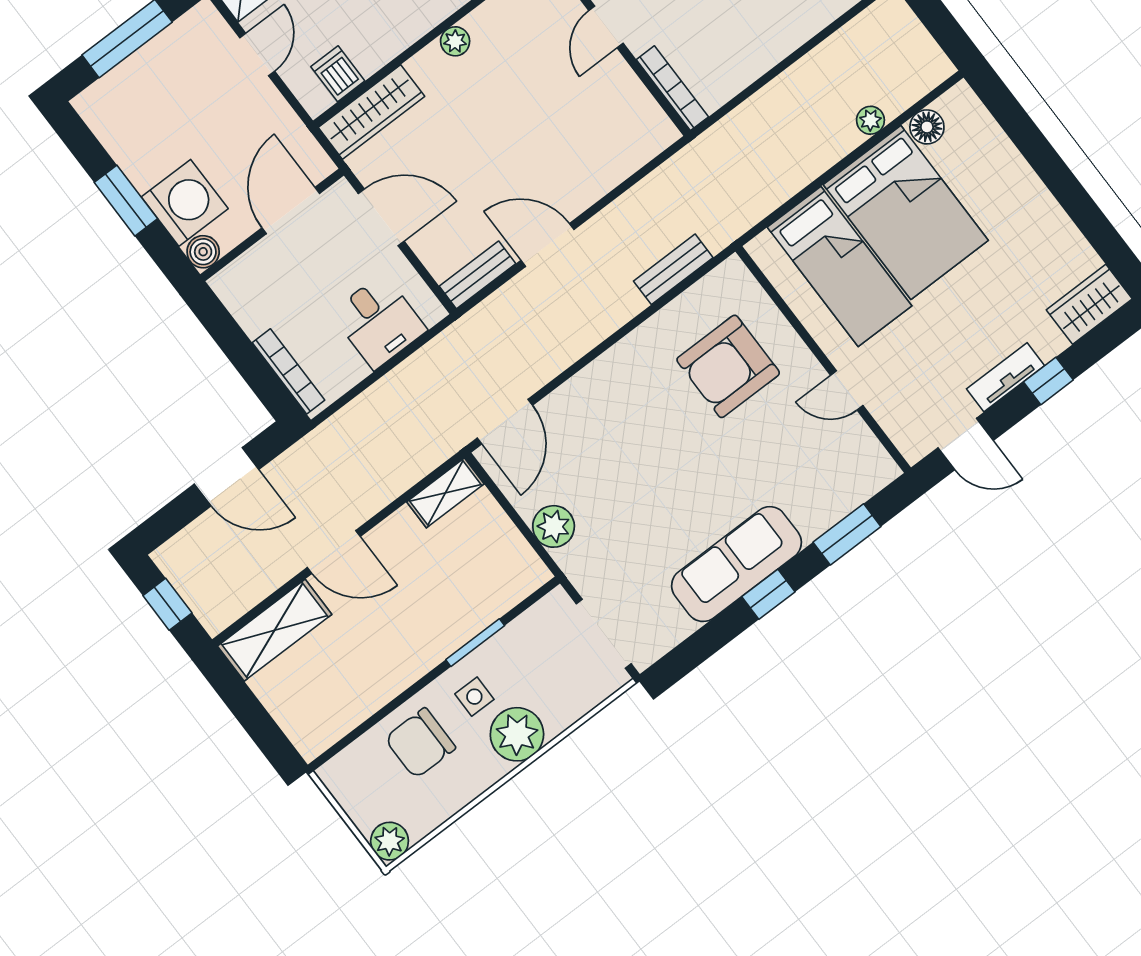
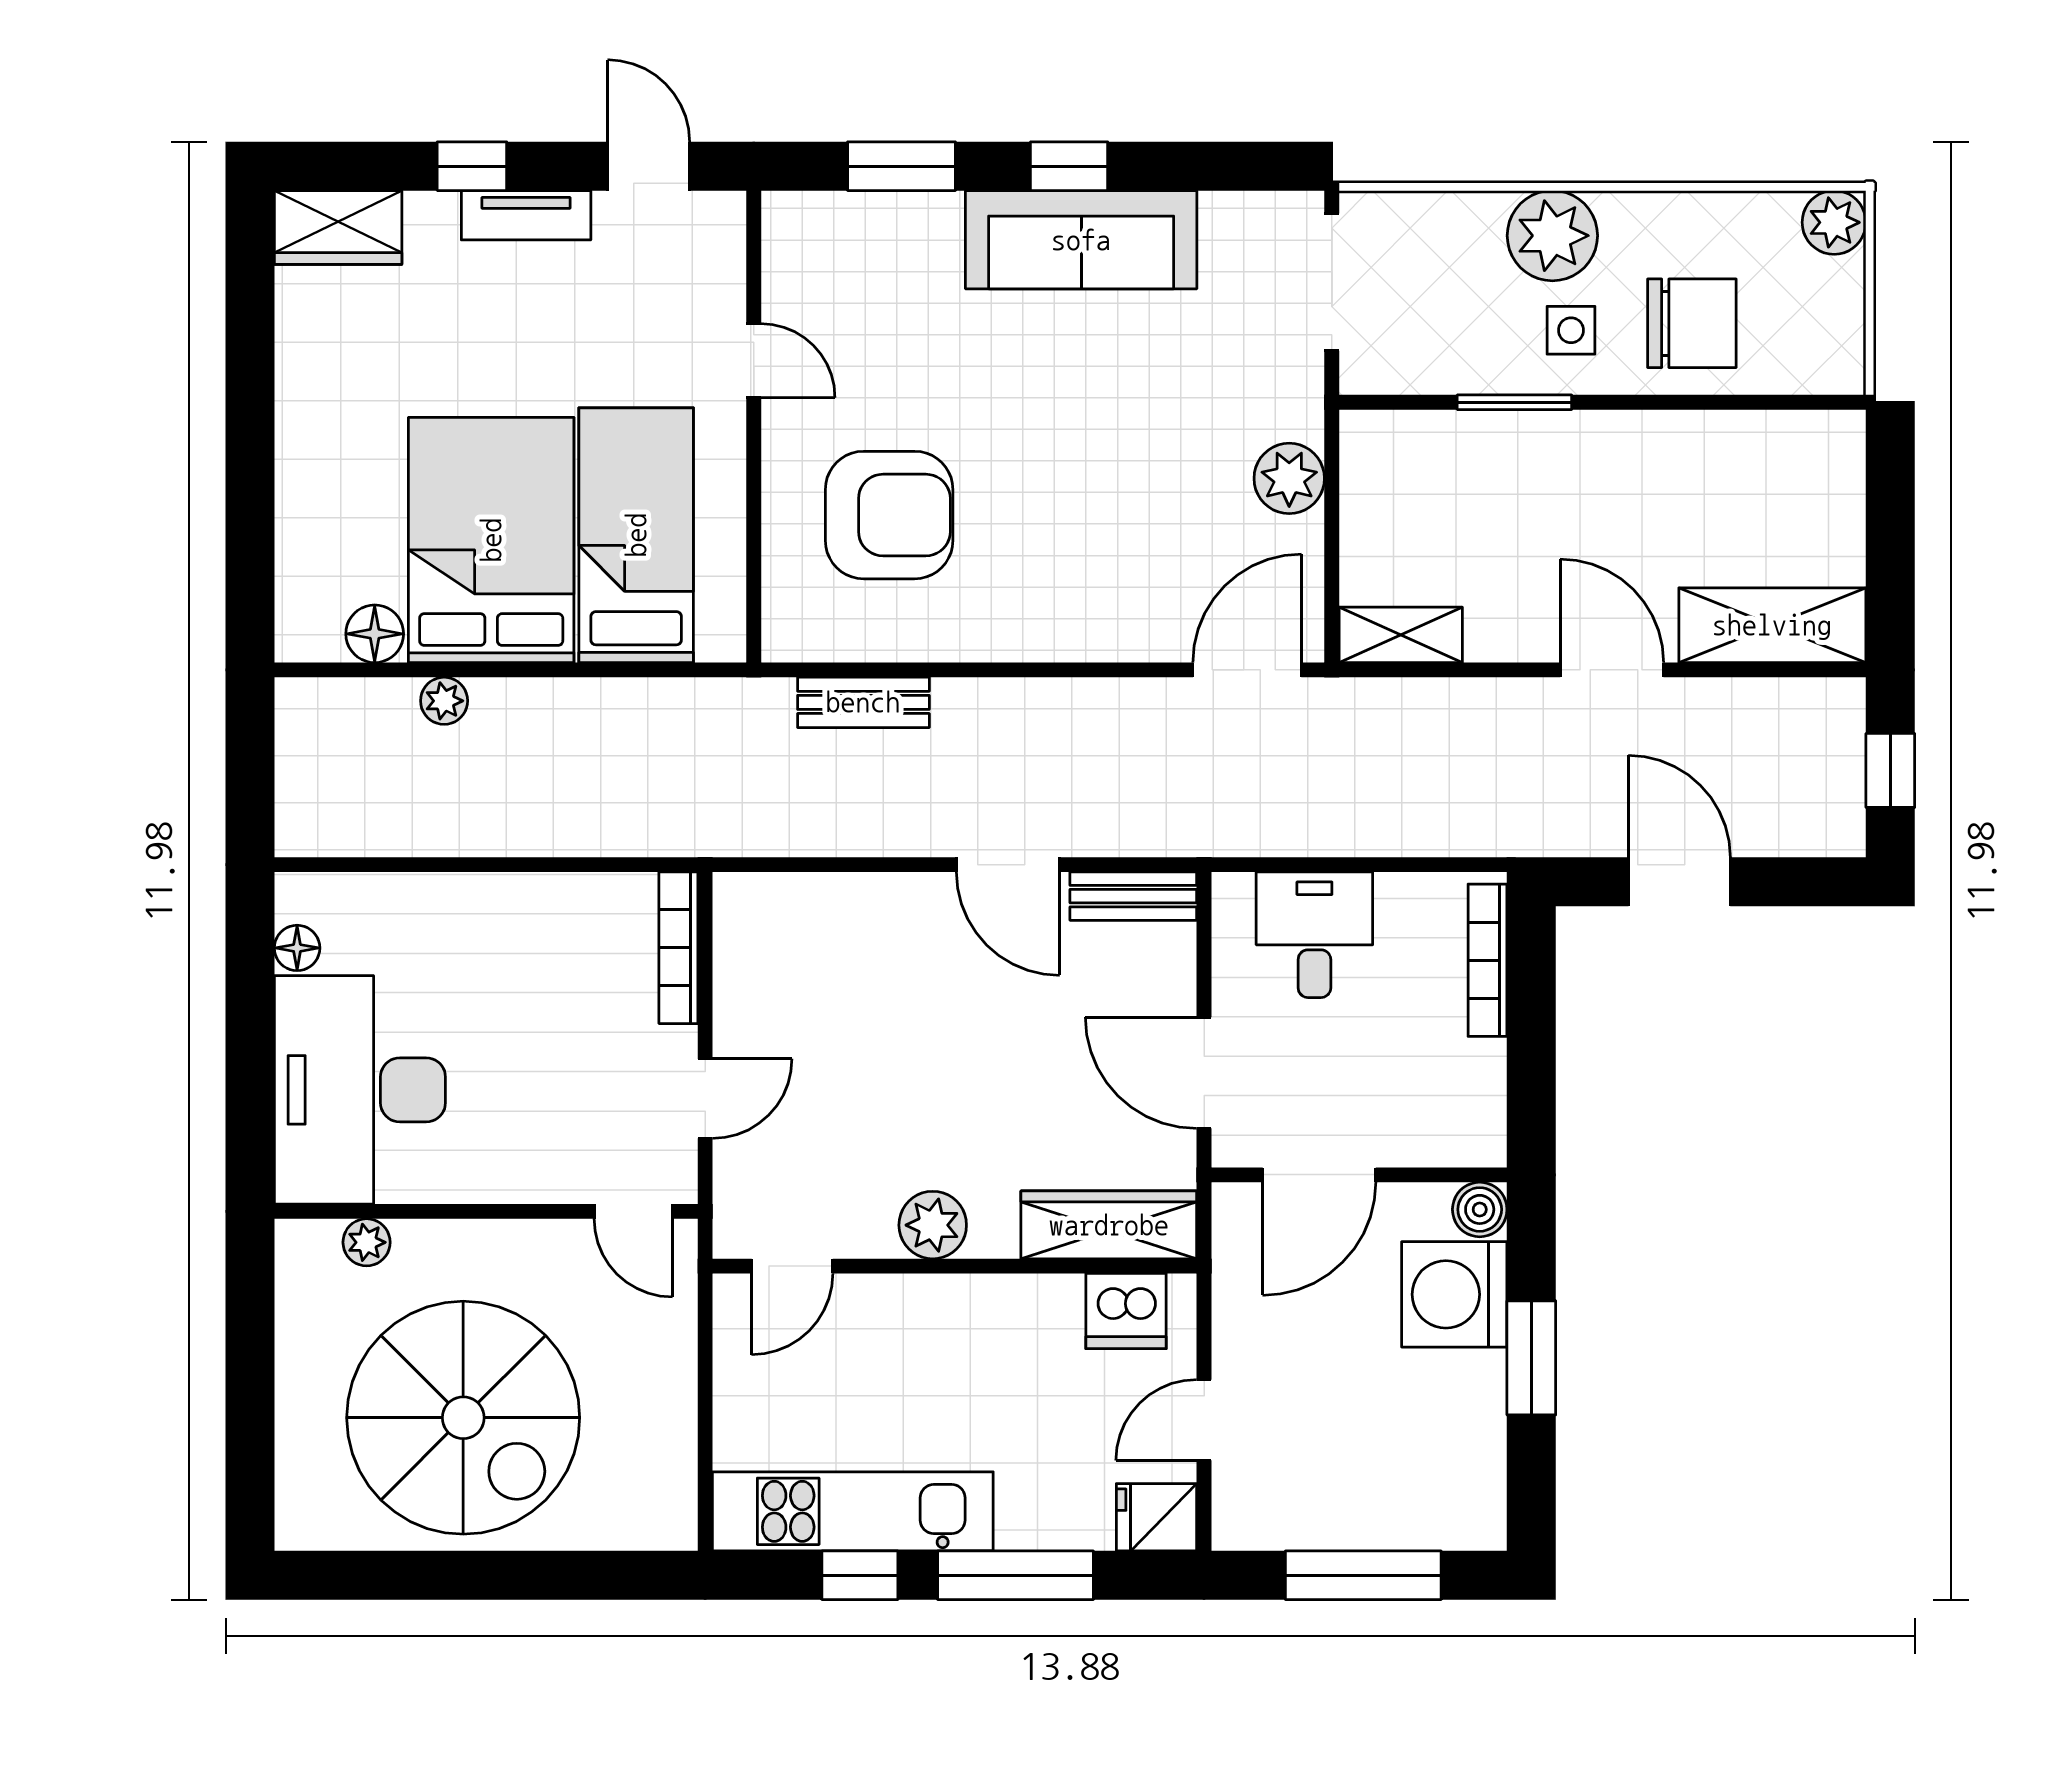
plant: (455, 41) -> (933, 1225), width x1.38, depth x1.38
dishwasher: (338, 74) -> (1126, 1311), width x1.38

